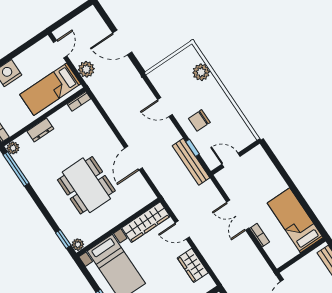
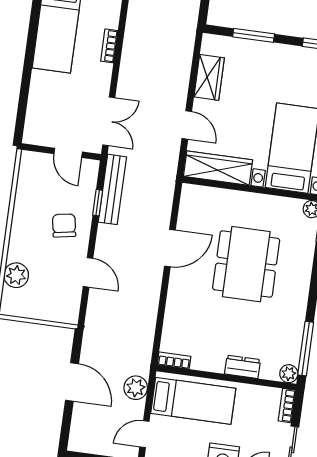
chair: (199, 120) -> (64, 226), turned -100
double door: (238, 215) -> (109, 121), moved

